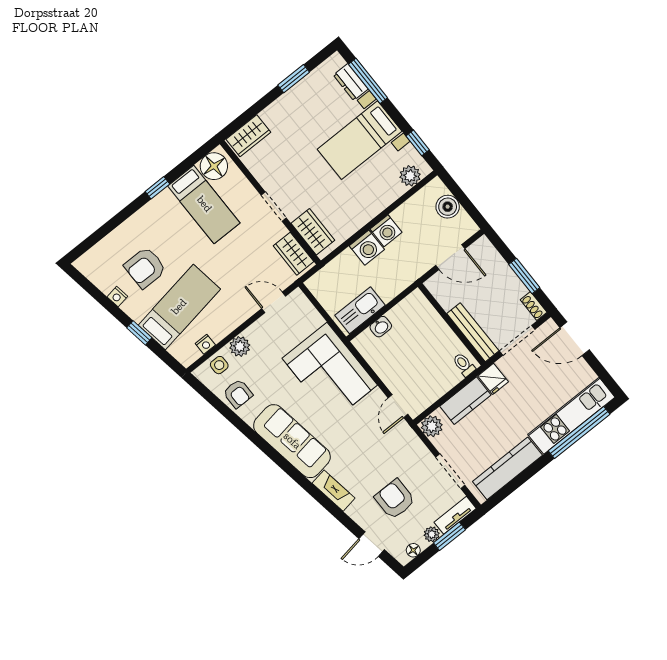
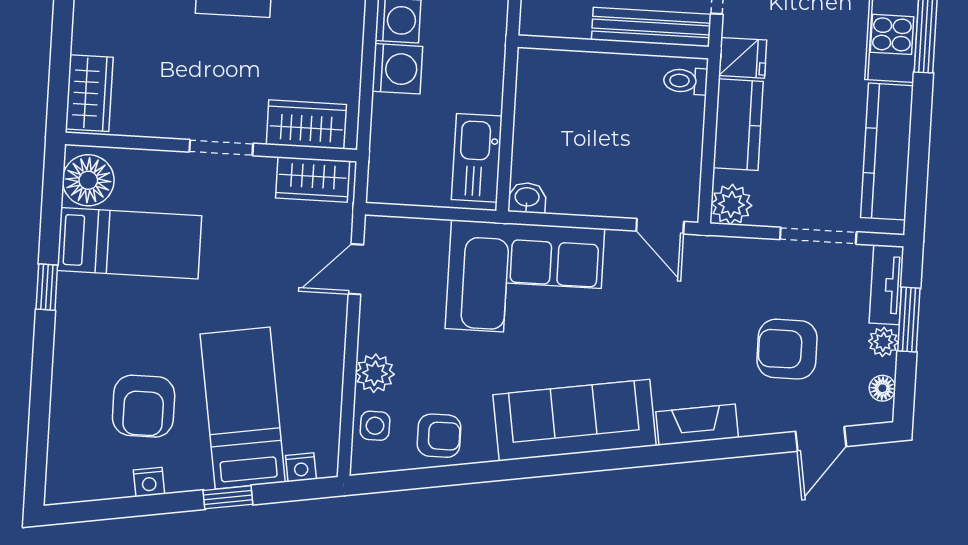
washbasin: (381, 327) -> (527, 198), moved, turned -90
nightstand: (205, 344) -> (301, 467), moved, turned 81

